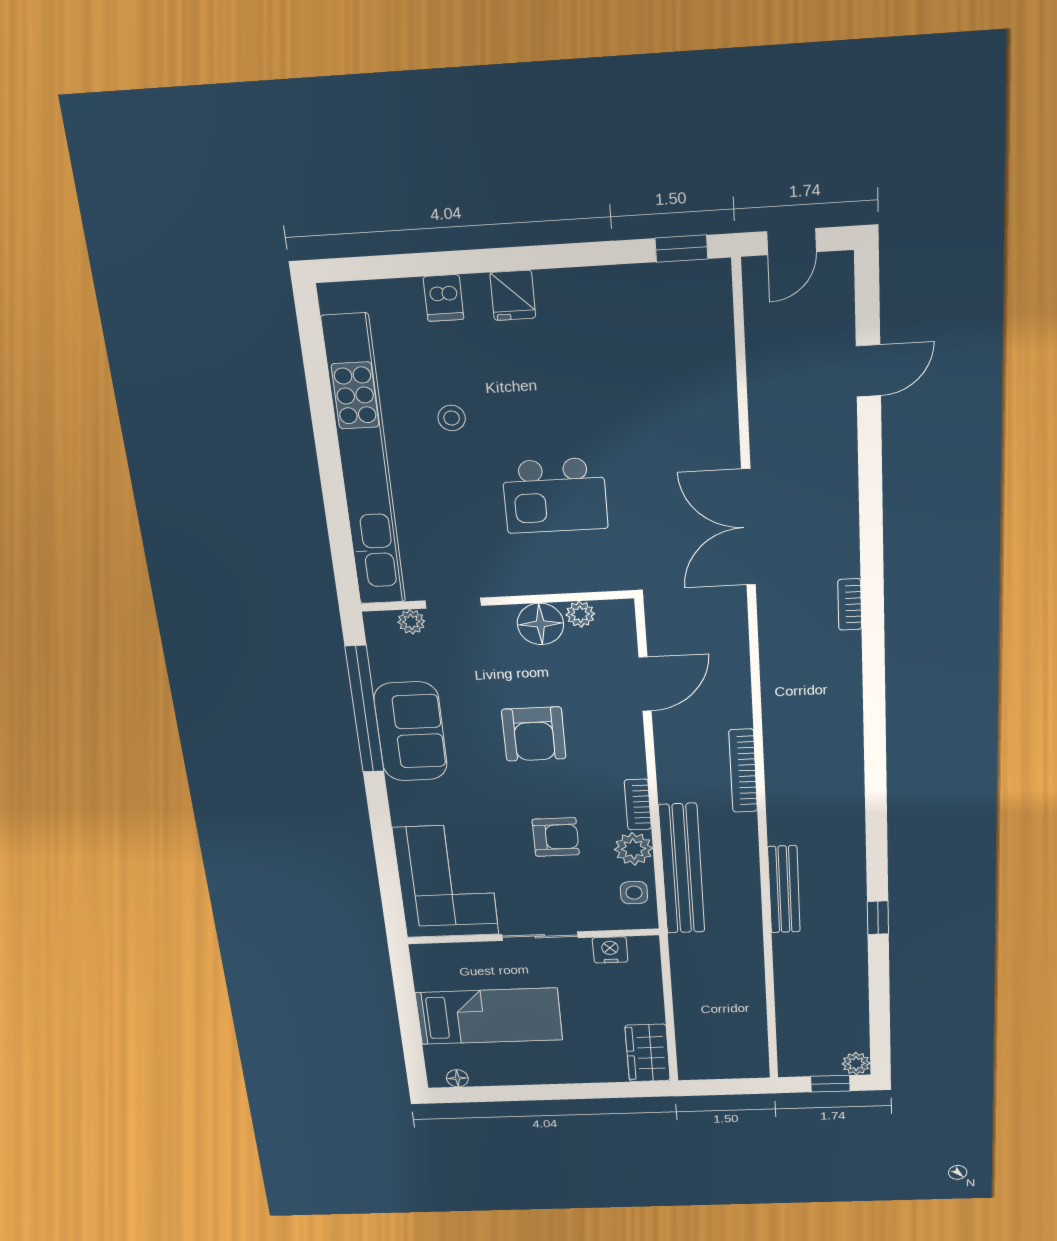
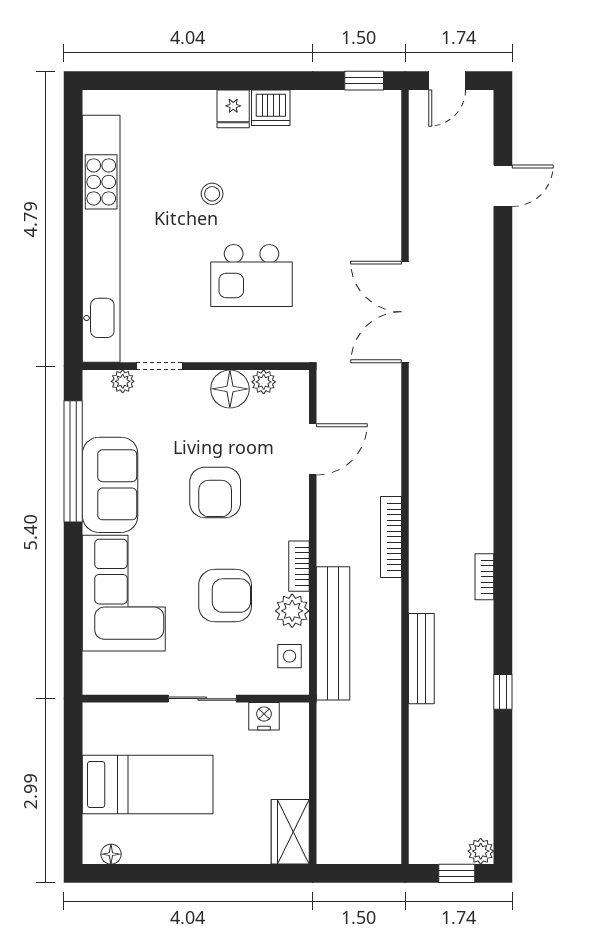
dishwasher: (444, 298) -> (271, 108), moved, width x1.38
stool: (452, 418) -> (212, 194), moved
bookcase: (850, 604) -> (484, 577), moved
armchair: (556, 837) -> (225, 596), width x1.38, depth x1.38
corner sofa: (446, 881) -> (124, 593), moved

